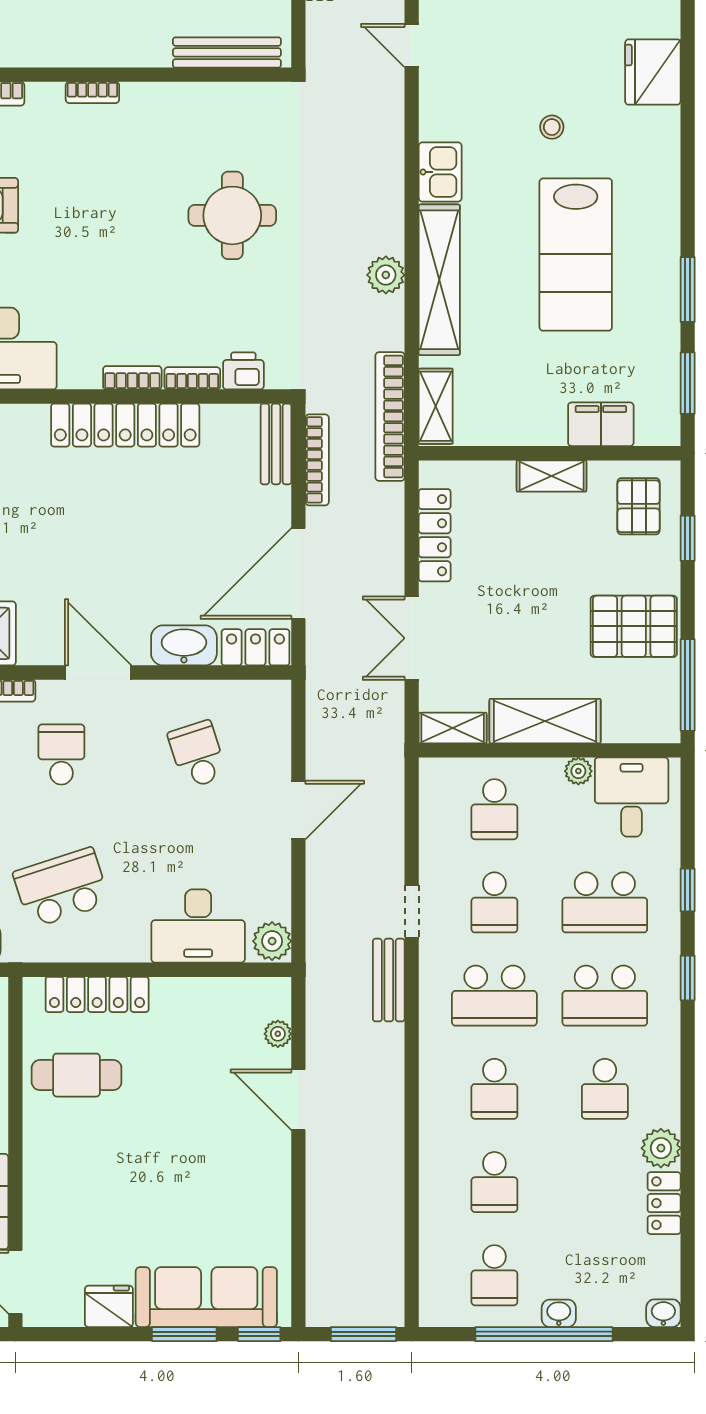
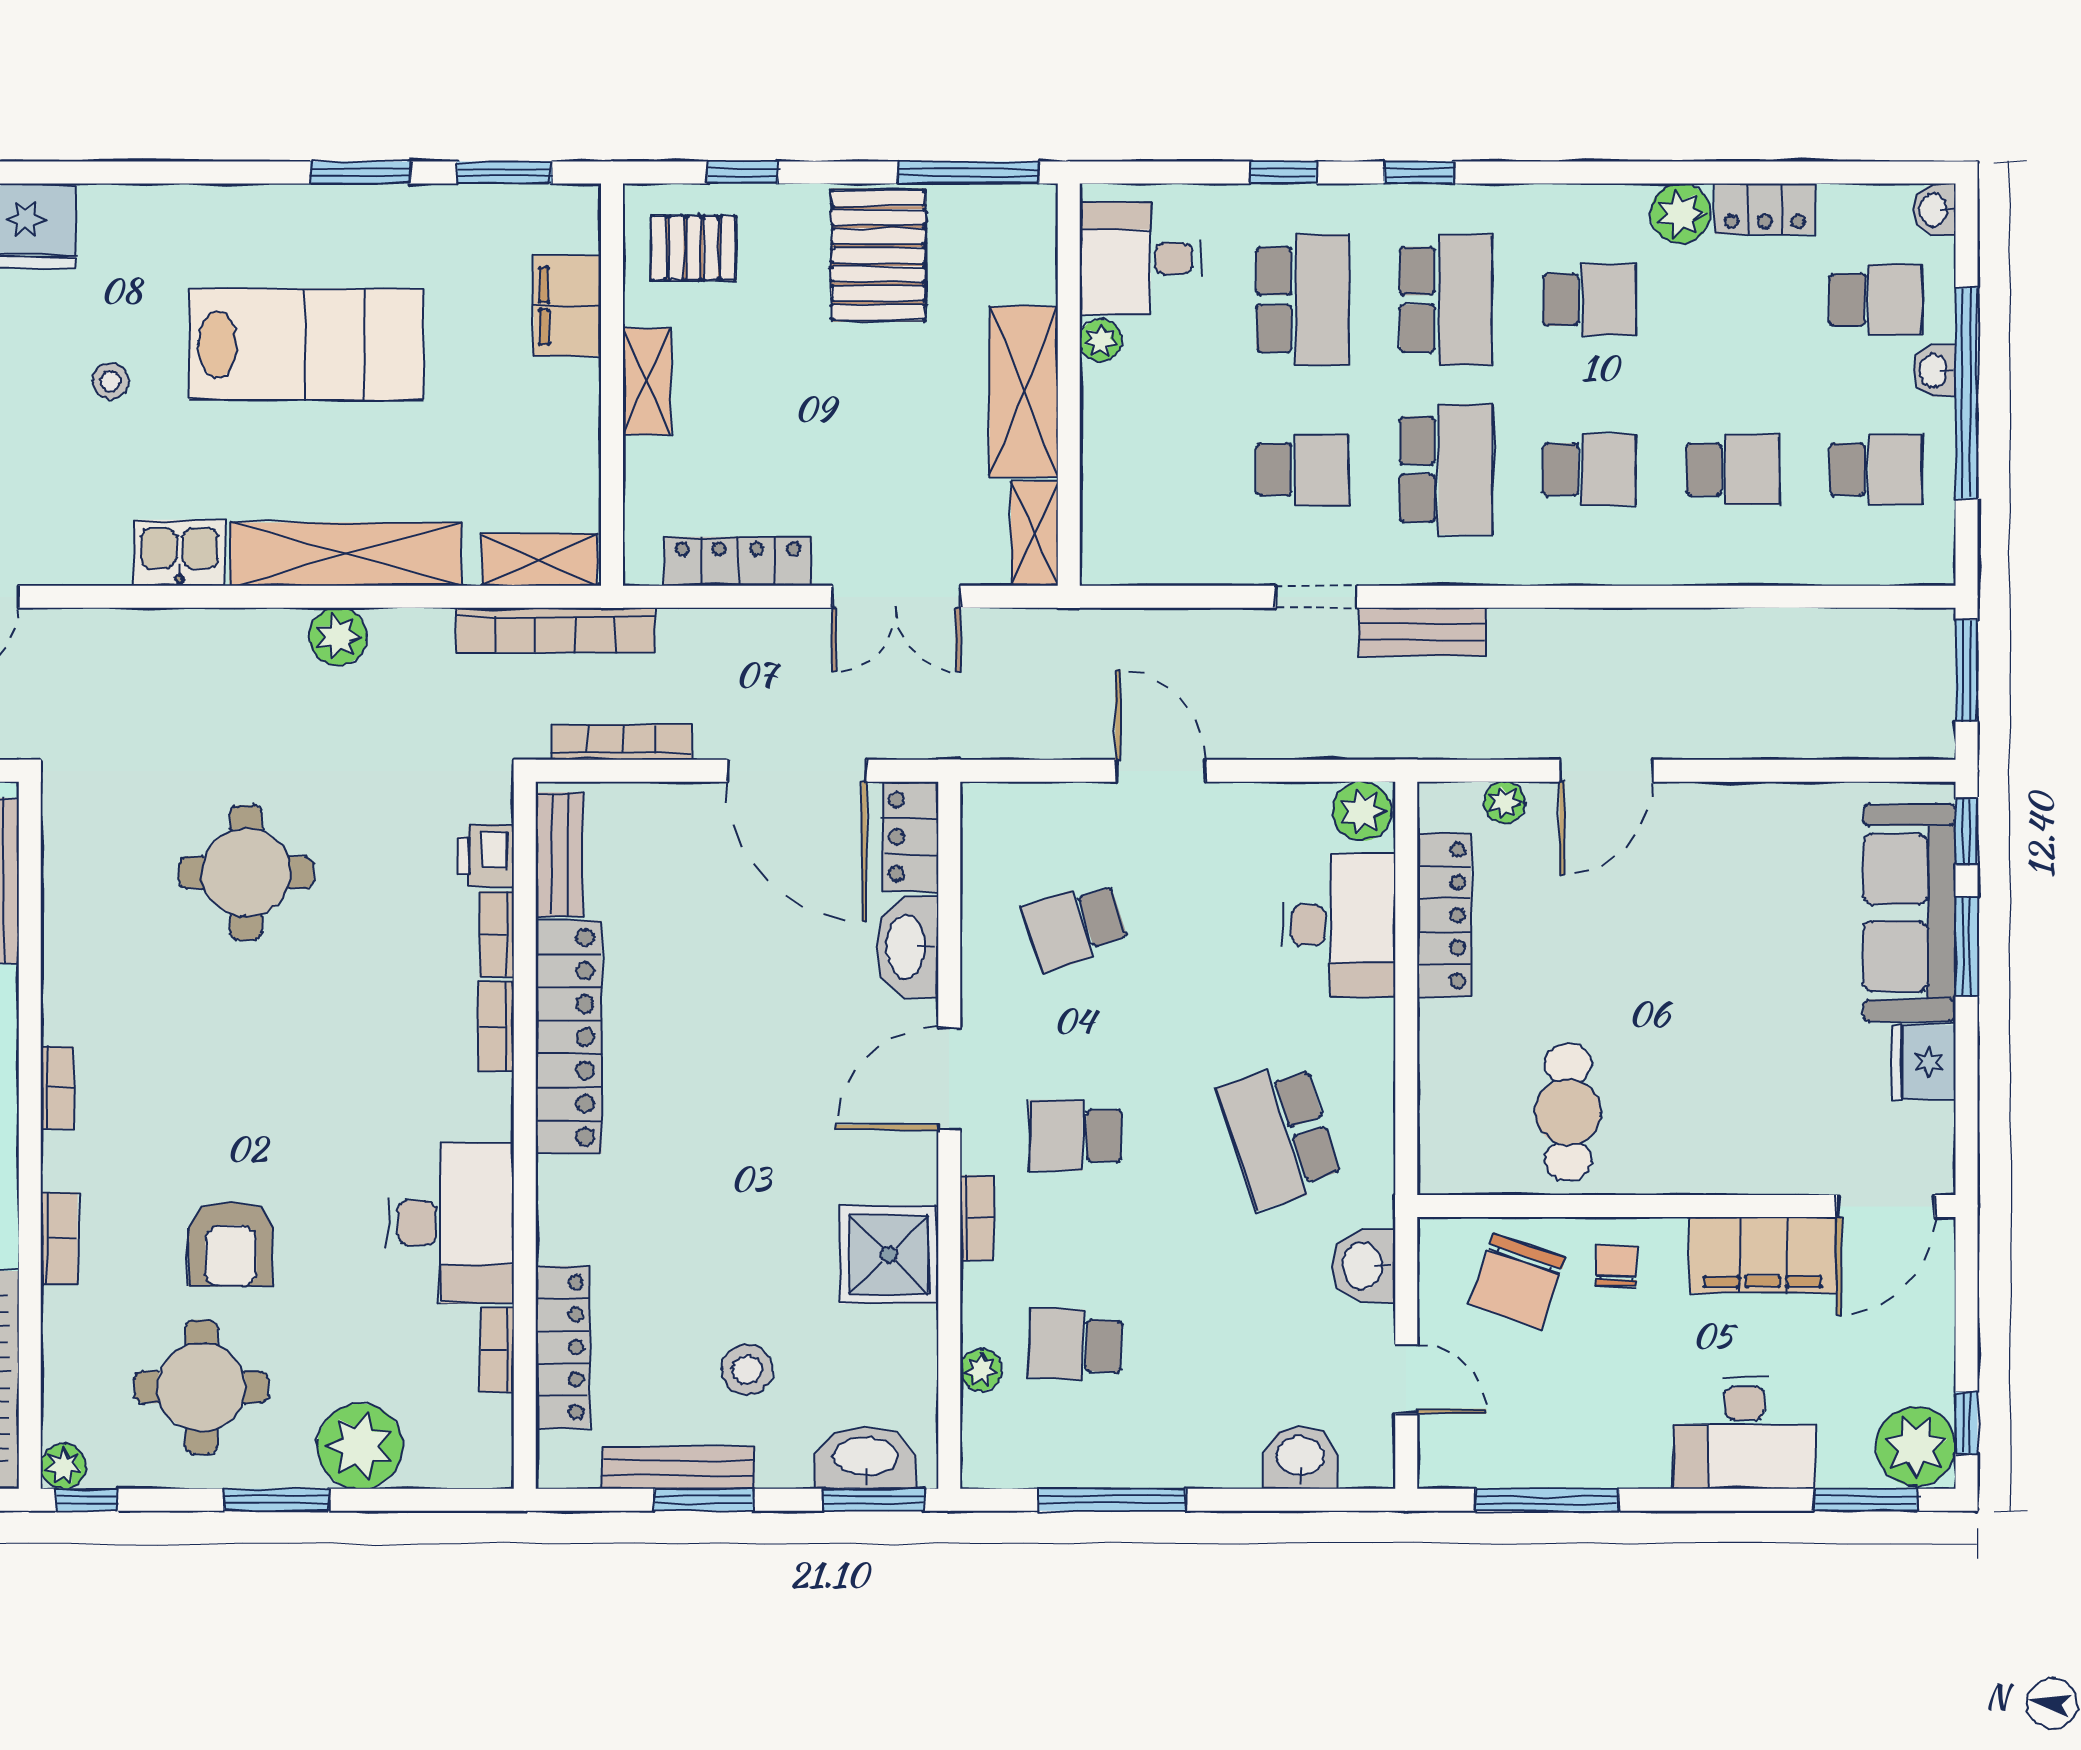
bench: (276, 444) -> (559, 854), moved, turned 90
school desk: (494, 809) -> (1876, 300), moved
locker: (97, 994) -> (1444, 915), moved

